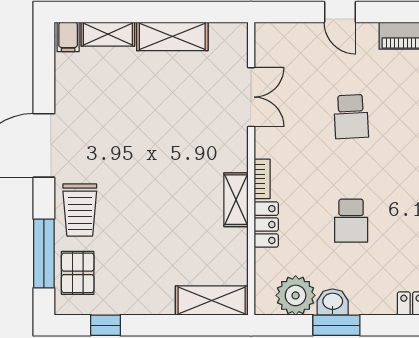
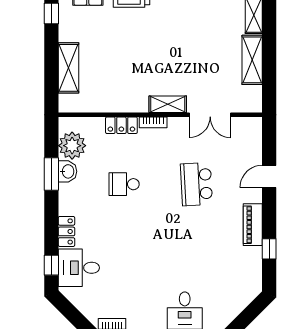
school desk: (351, 117) -> (196, 184), width x1.85
shelving: (236, 200) -> (168, 104), moved
shelving: (212, 301) -> (69, 68), moved

